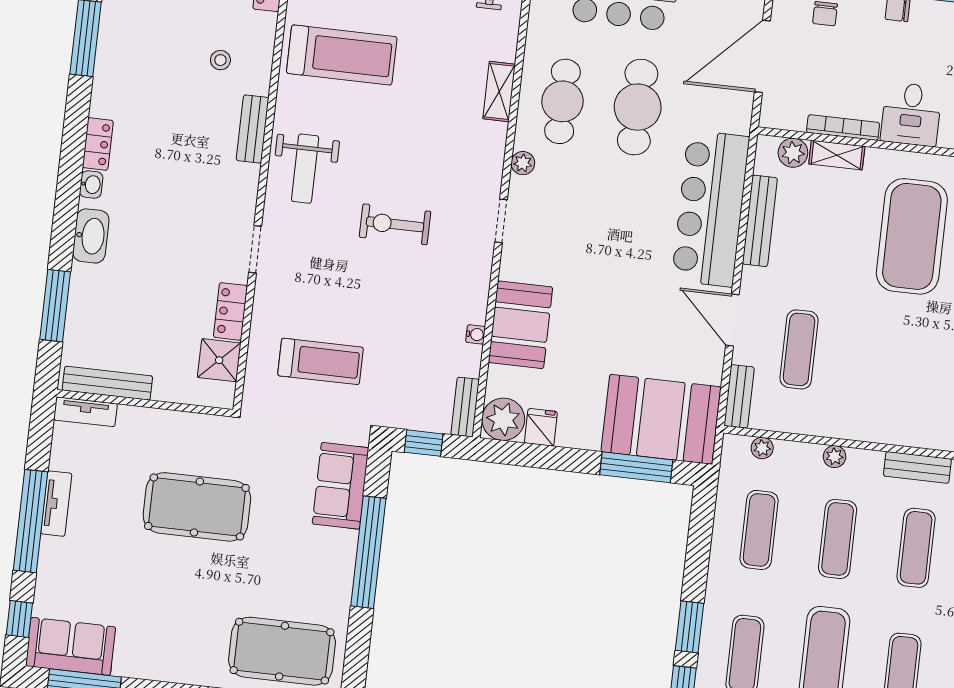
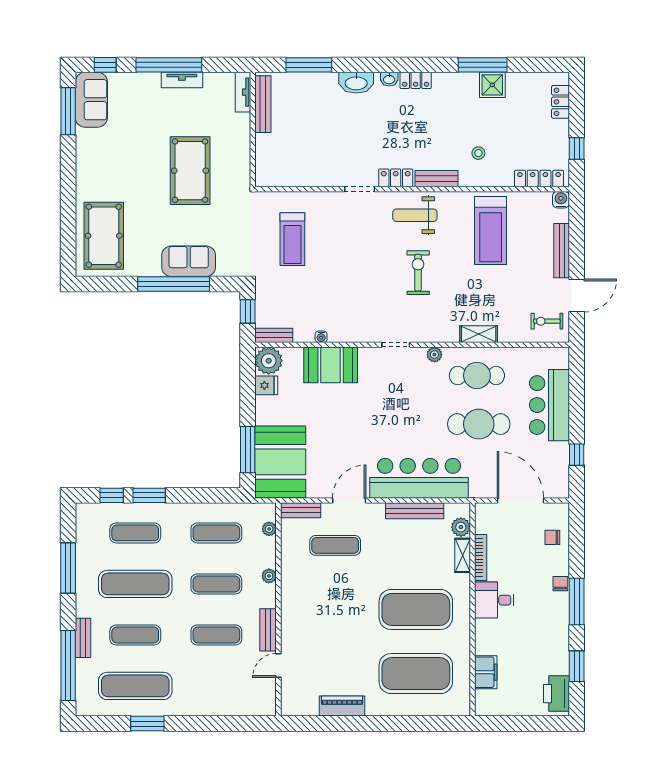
exercise bike: (395, 224) -> (418, 273), moved
locker: (230, 311) -> (396, 178), moved
shower: (219, 360) -> (492, 85), moved
sofa: (341, 486) -> (189, 261), moved

